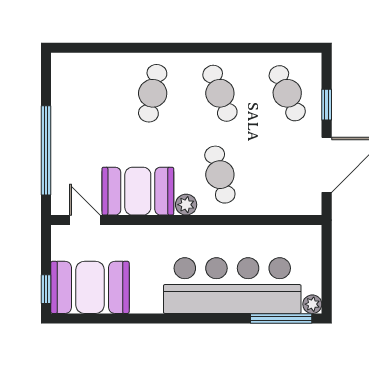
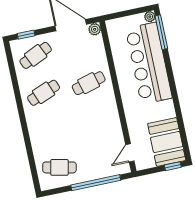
cafe table: (153, 93) -> (59, 167), moved
window: (327, 105) -> (26, 35), moved
booth: (138, 191) -> (108, 127), removed
plant: (186, 205) -> (95, 29), moved

